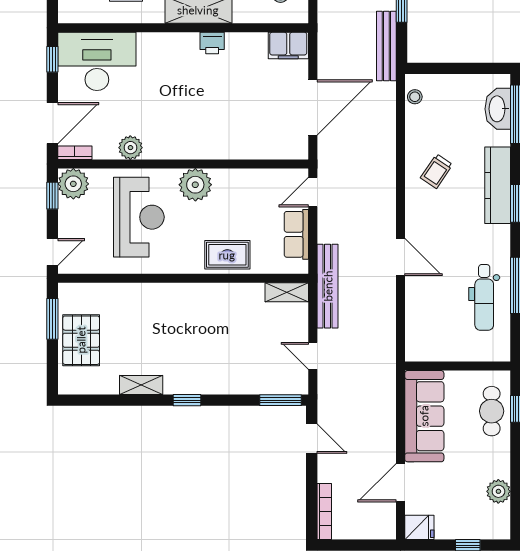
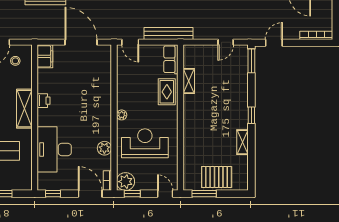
desk: (97, 61) -> (54, 149), moved
plant: (195, 185) -> (122, 115), width x0.53, depth x0.53
row of seats: (296, 234) -> (171, 59), moved, turned 90
bench: (328, 286) -> (168, 33), moved
shelving: (287, 292) -> (189, 81), moved

